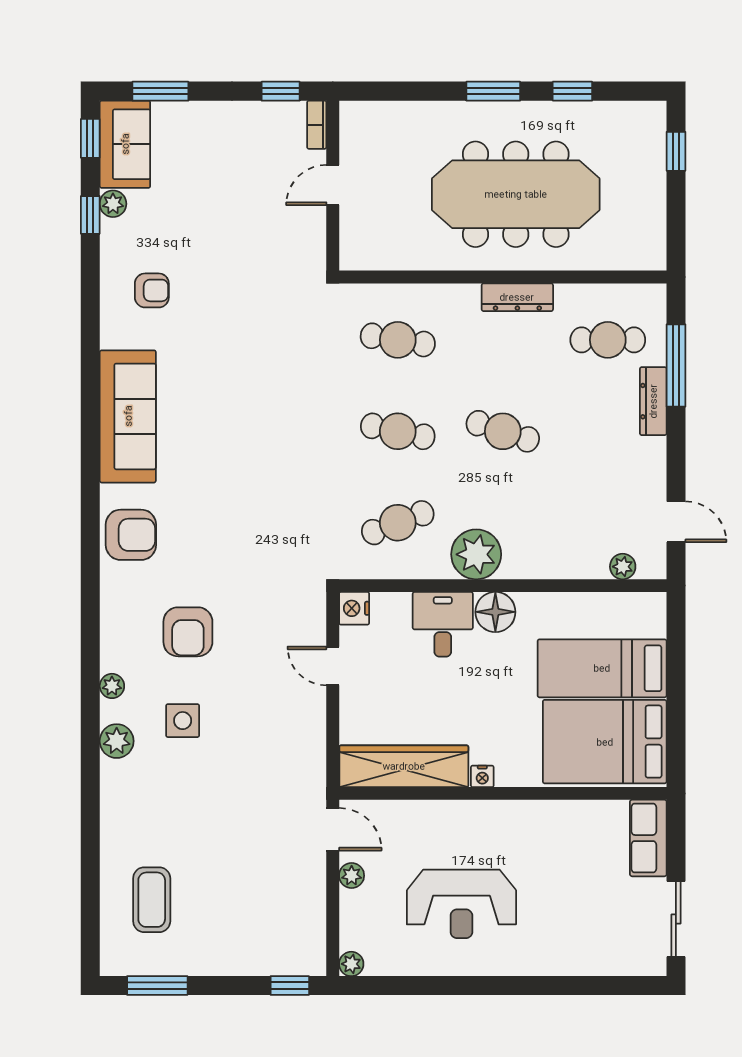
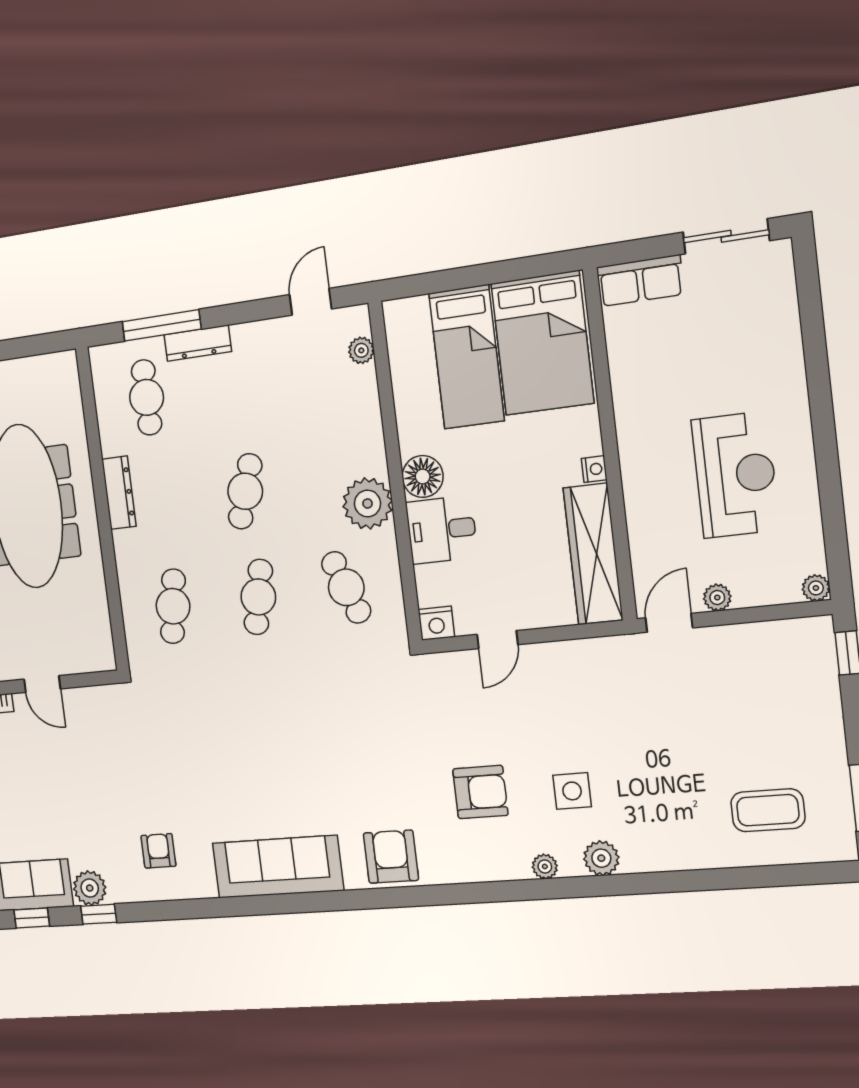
plant: (113, 204) -> (90, 888), width x1.38, depth x1.38

